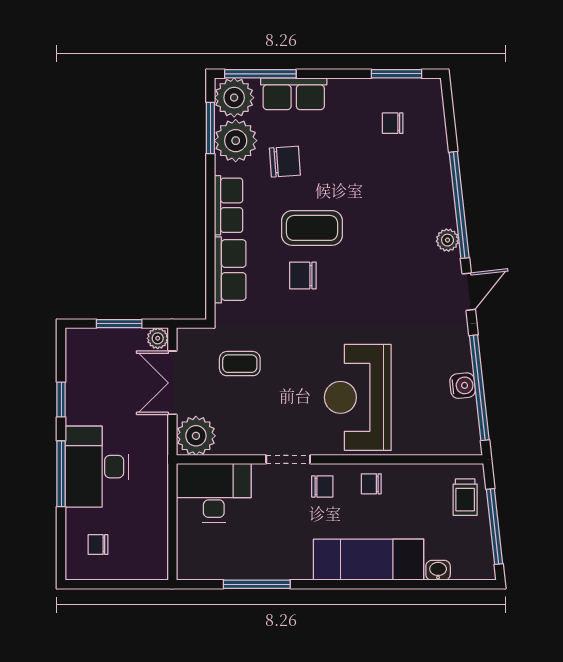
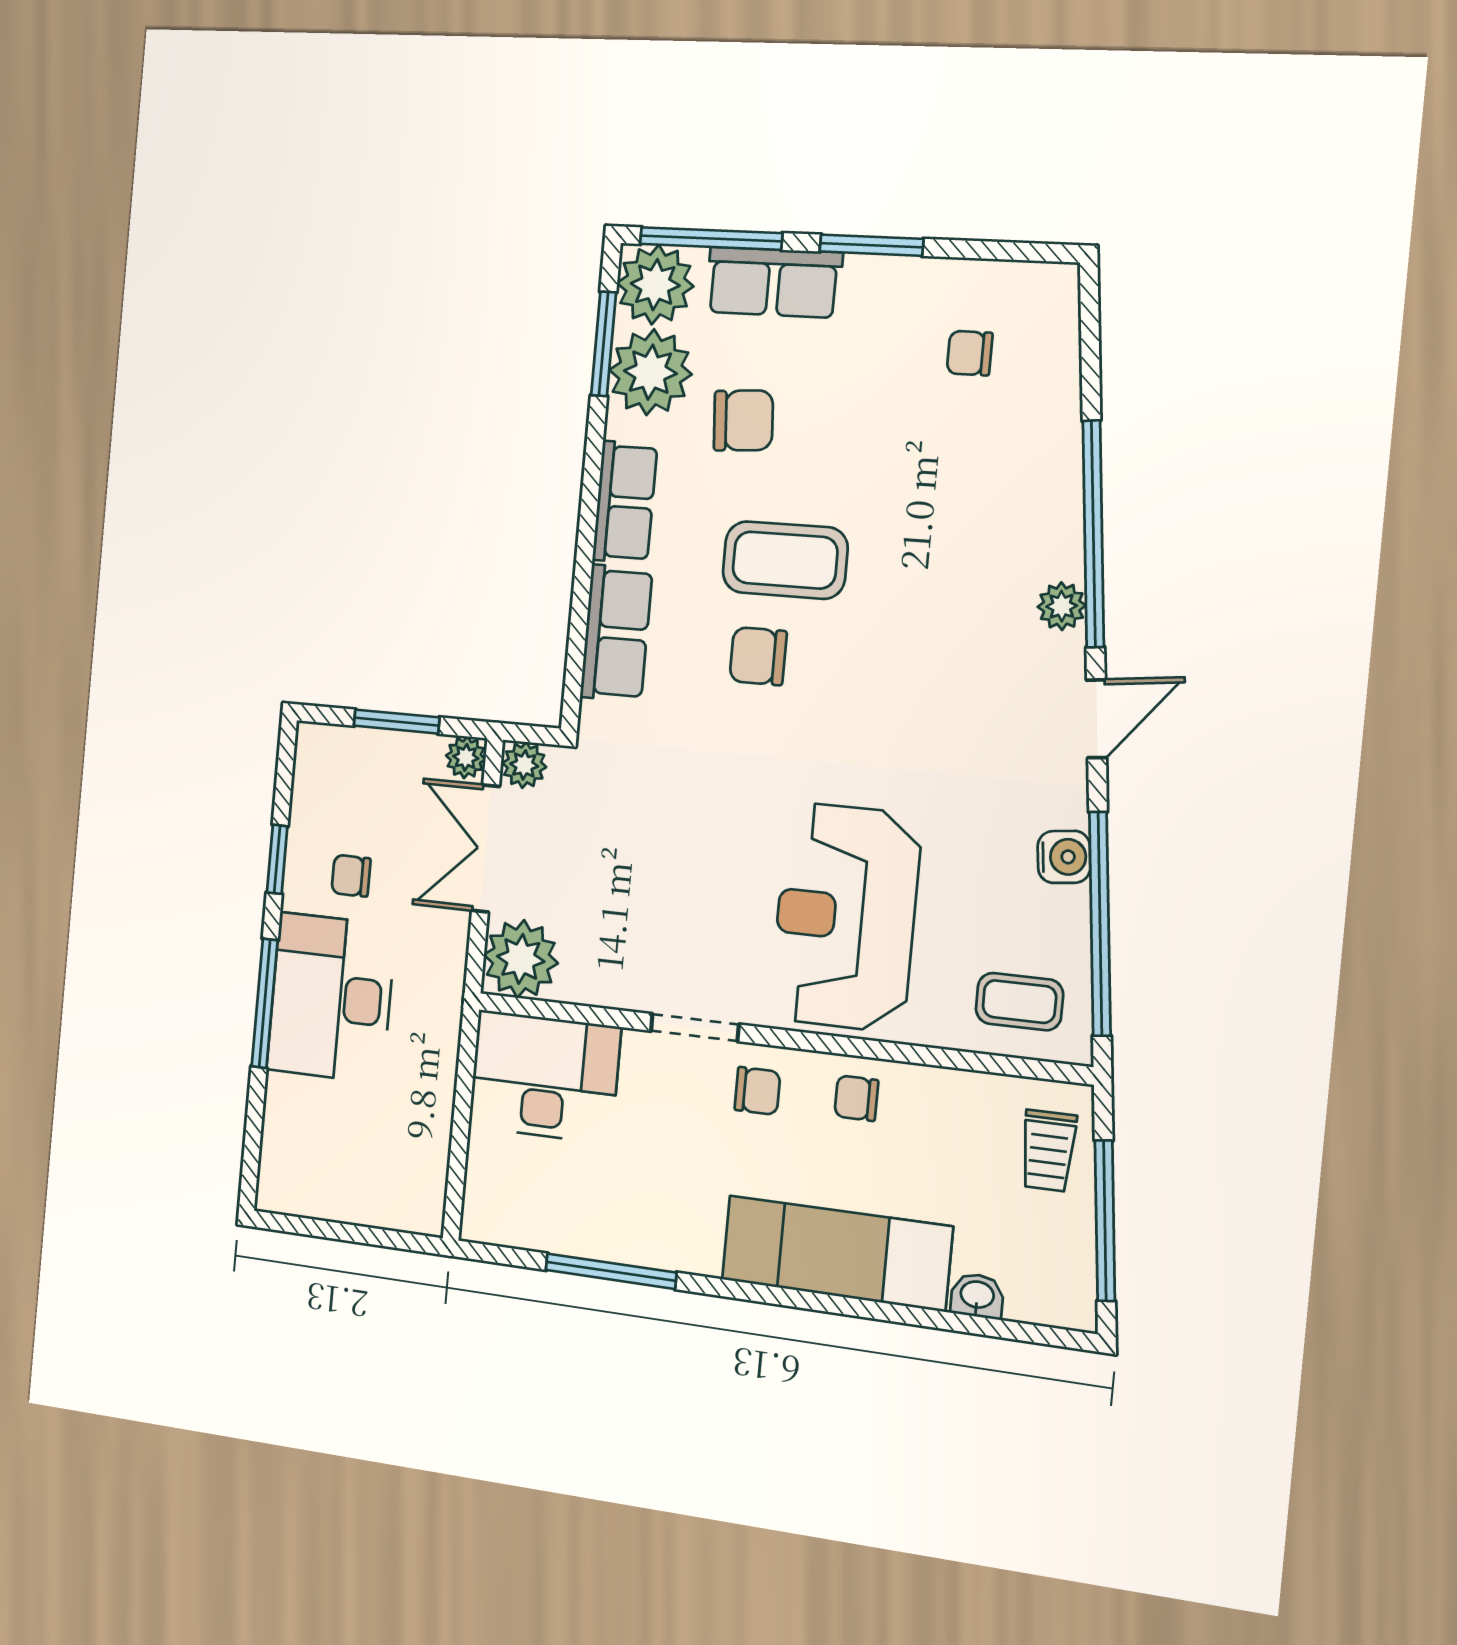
window: (397, 74) -> (871, 245), moved
plant: (189, 339) -> (524, 765), added
coffee table: (240, 364) -> (1019, 1002), moved
water cooler: (463, 386) -> (1064, 857), moved
chair: (98, 545) -> (351, 876), moved

